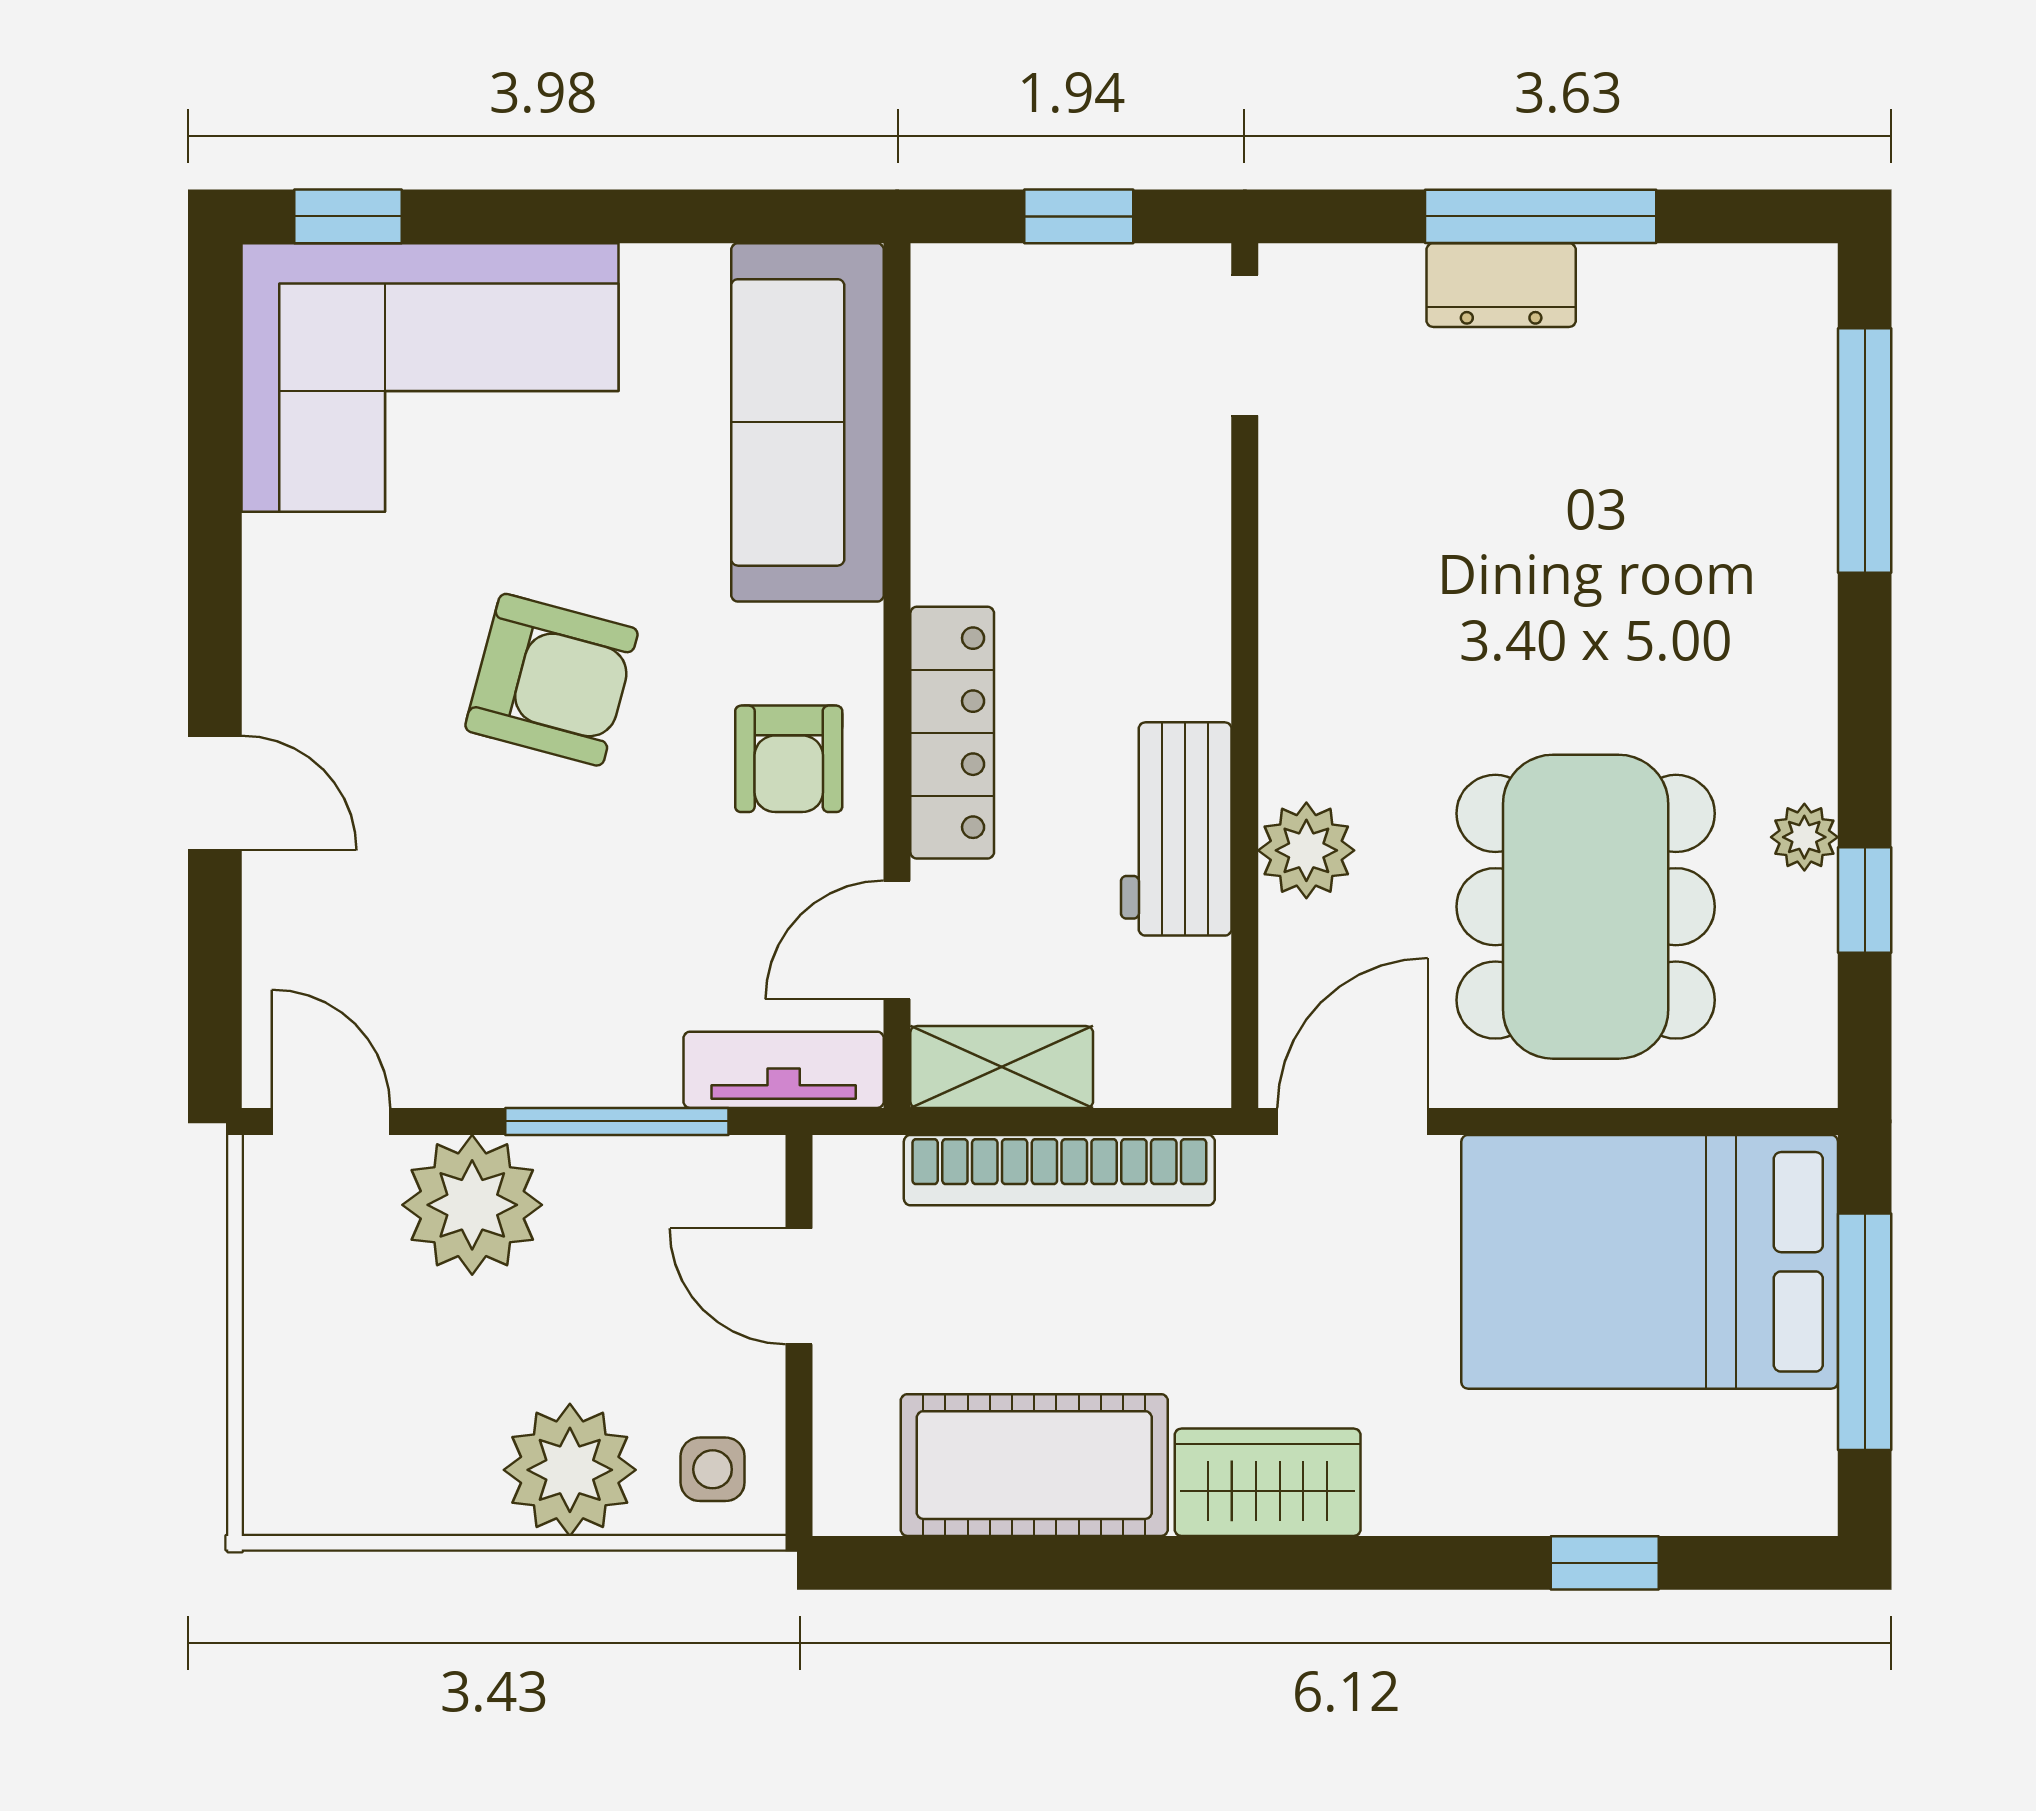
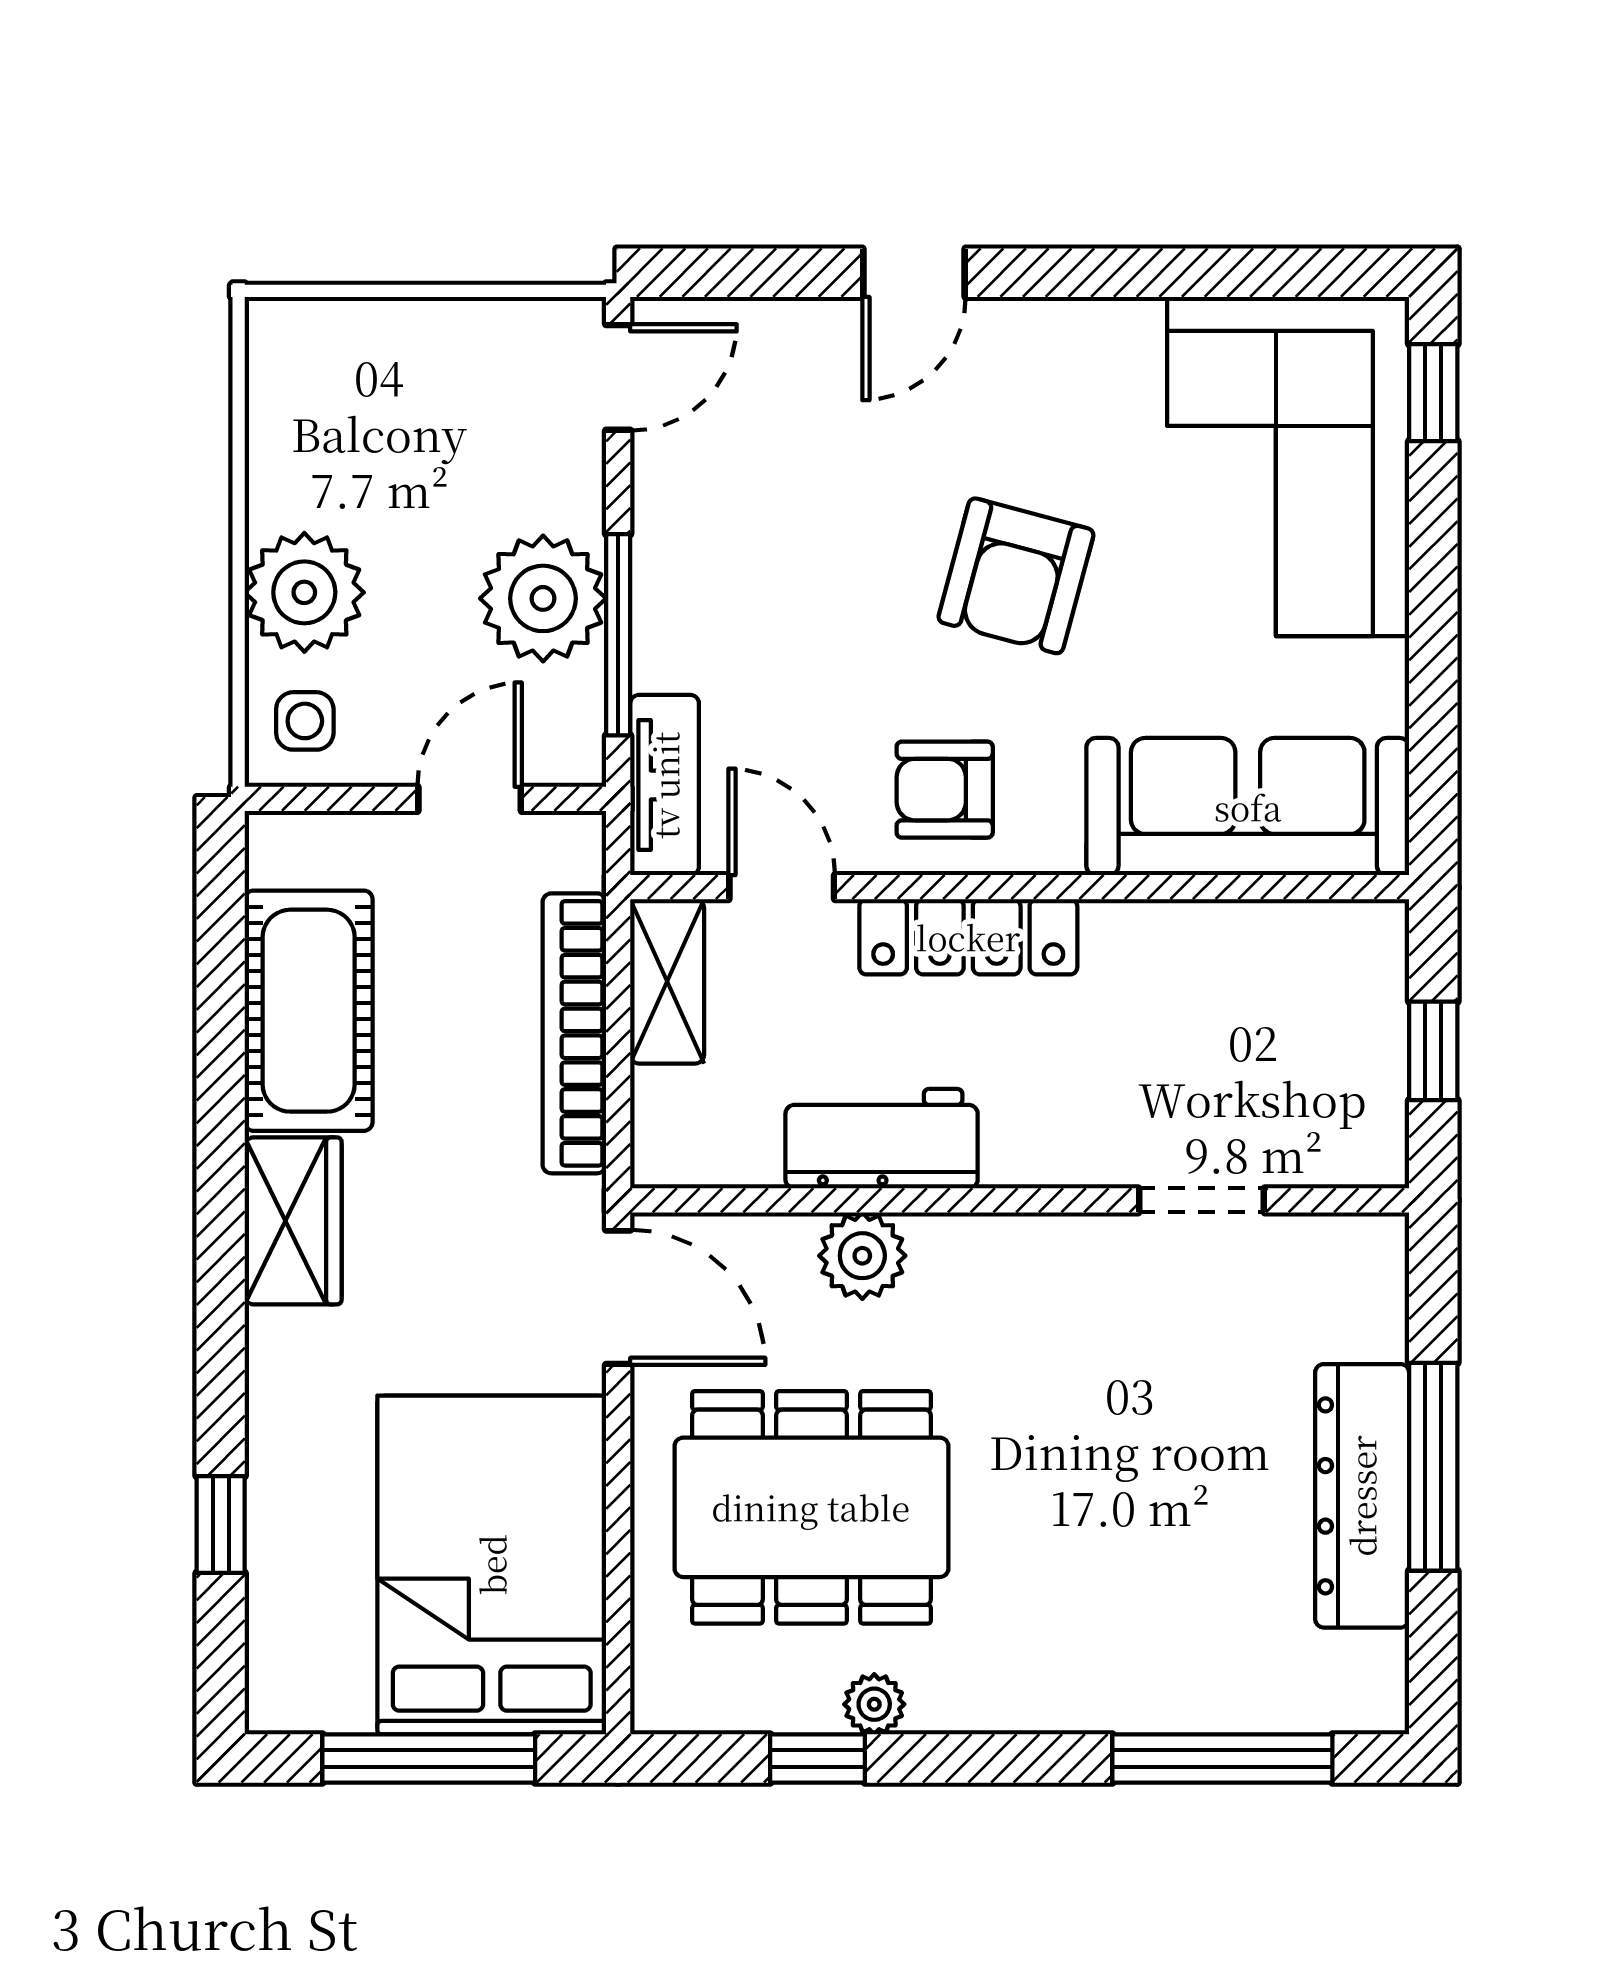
dresser: (1501, 285) -> (1362, 1496), width x1.96, depth x1.24
doorway: (1245, 345) -> (1201, 1200), moved
plant: (472, 1205) -> (543, 598), moved

